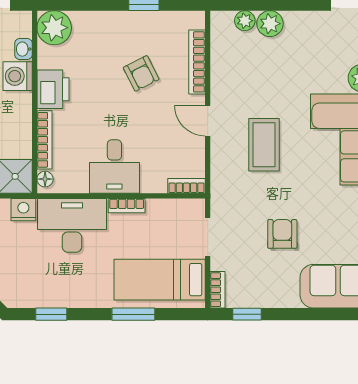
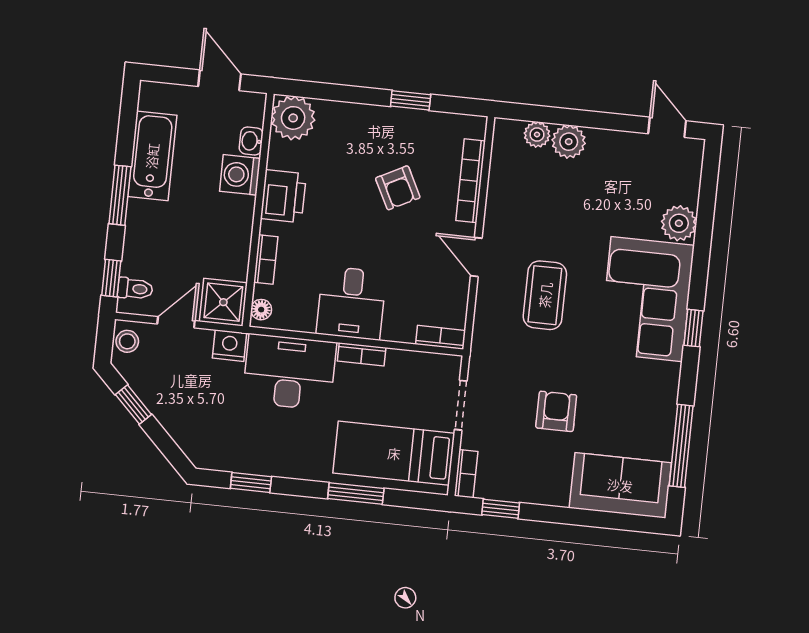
bookcase: (44, 140) -> (266, 259), width x0.64

